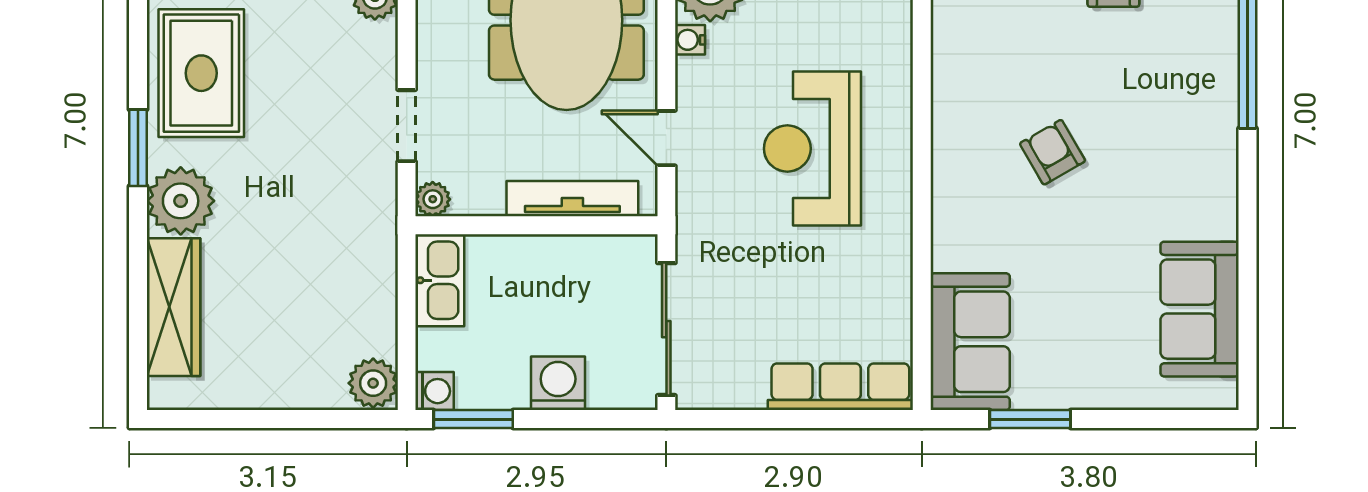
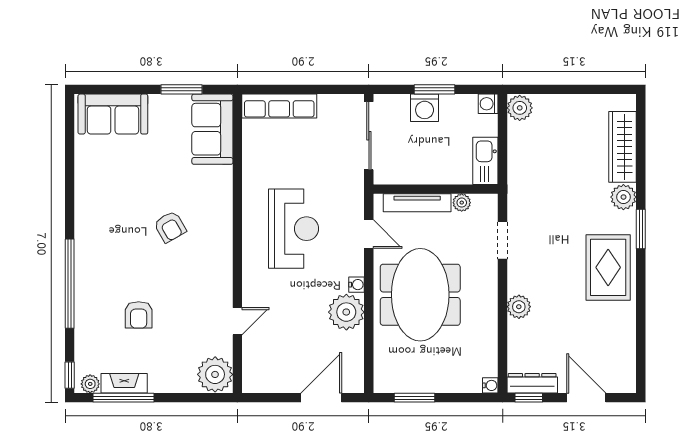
plant: (433, 199) -> (462, 203), moved
plant: (181, 201) -> (623, 197), width x0.73, depth x0.73
sofa: (1200, 309) -> (113, 114), moved, turned 90
window: (473, 419) -> (434, 89), moved

